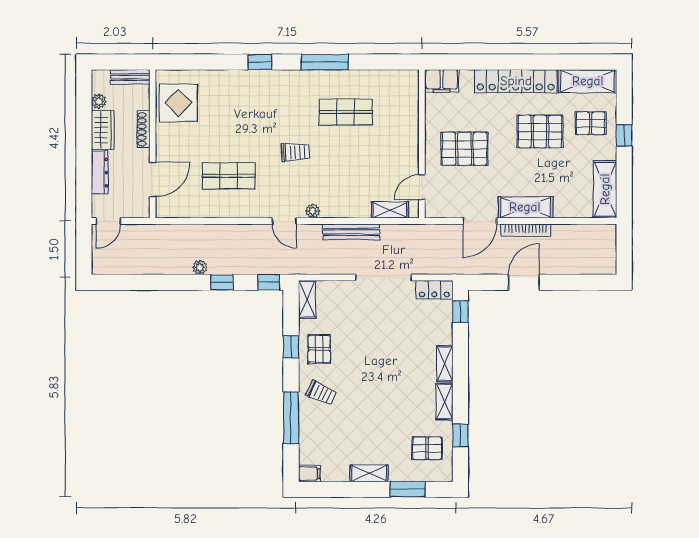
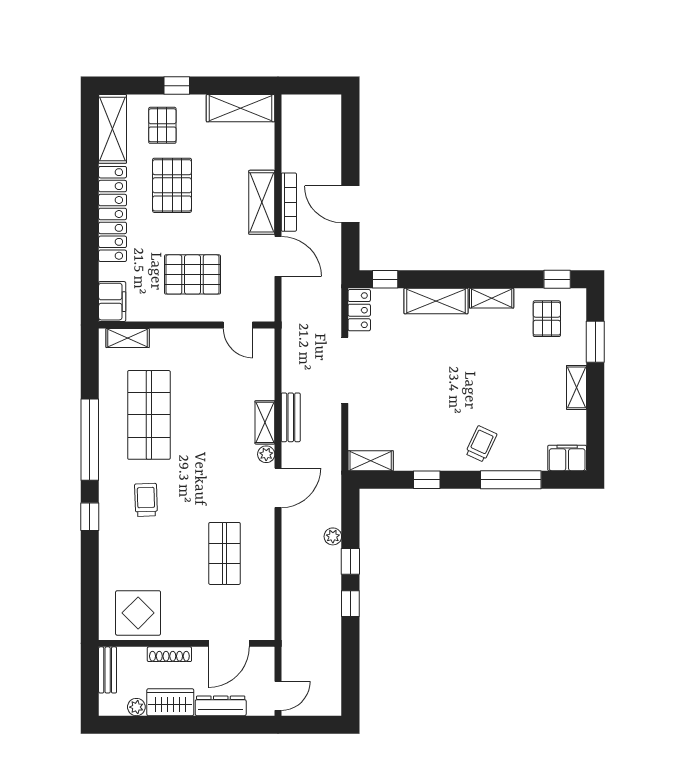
window: (325, 62) -> (90, 440), width x1.46
shelving: (411, 94) -> (128, 338), added
shop shelf: (346, 112) -> (149, 415), width x1.43, depth x1.36
pallet: (465, 149) -> (192, 274), turned 90
trolley: (295, 152) -> (146, 500), moved
door: (153, 179) -> (229, 643), swing flipped
shelving: (390, 210) -> (265, 422), moved
door: (108, 221) -> (278, 696), hinge flipped
door: (284, 221) -> (278, 488), width x1.38
bench: (351, 232) -> (291, 417), width x0.73
plant: (200, 267) -> (333, 536), moved
window: (269, 282) -> (350, 604), moved
pallet: (319, 349) -> (429, 446), removed
shelving: (445, 364) -> (436, 301), width x1.50, depth x1.33
window: (460, 436) -> (557, 279), moved
filing cabinet: (309, 474) -> (567, 458), width x2.00

